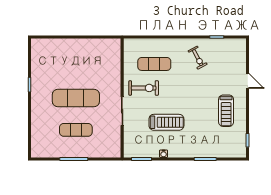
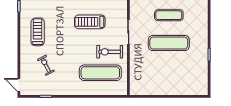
exercise bike: (198, 58) -> (46, 65), moved
exercise mat: (154, 64) -> (100, 73), width x1.36, depth x1.45
door: (248, 81) -> (19, 85), moved

